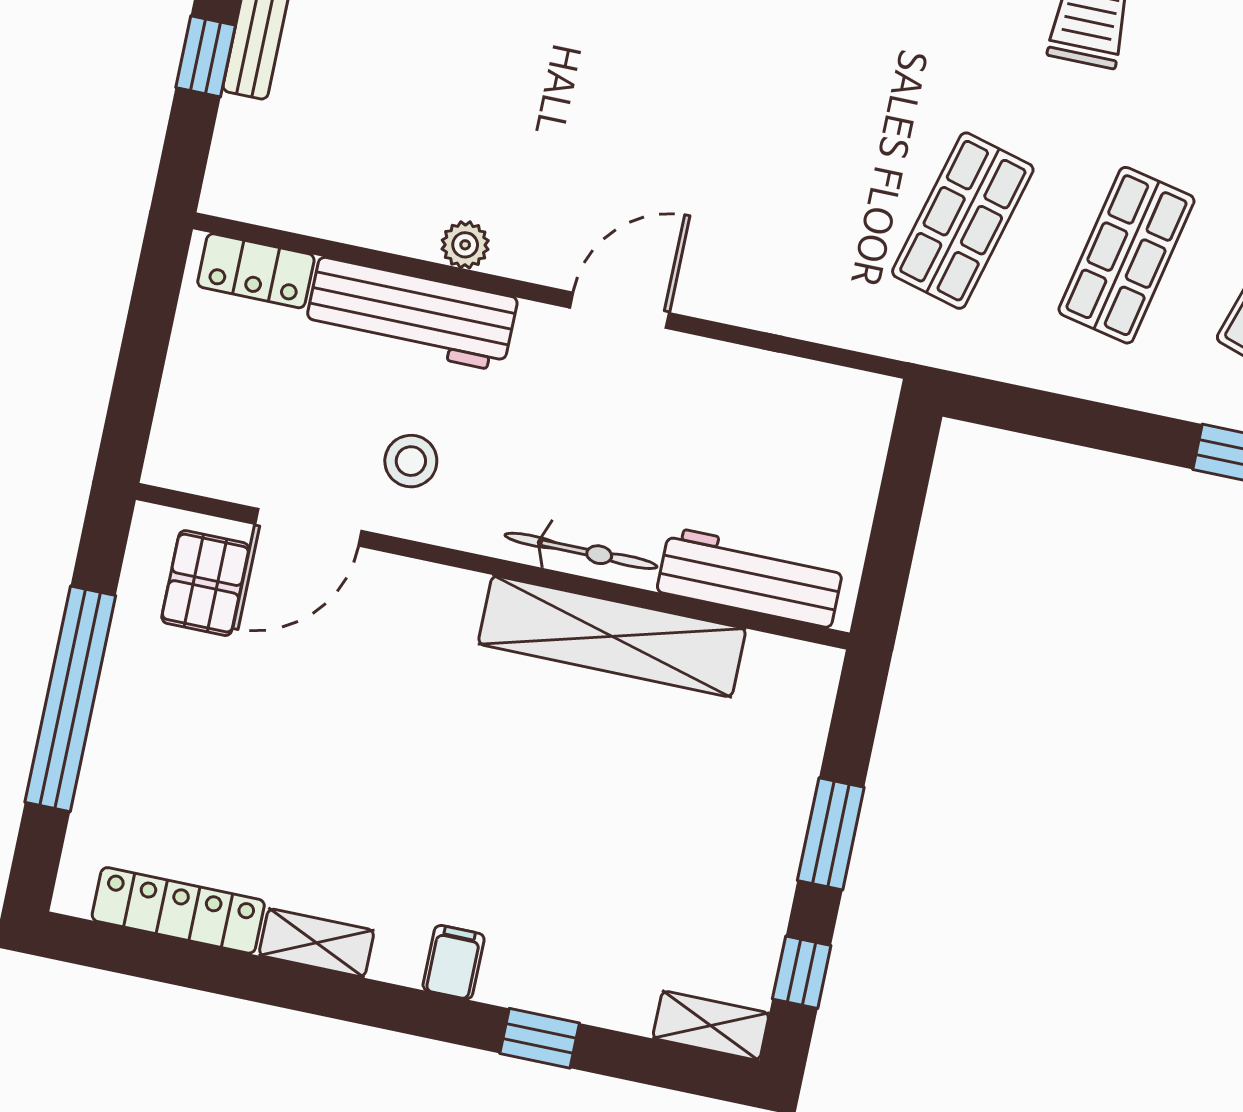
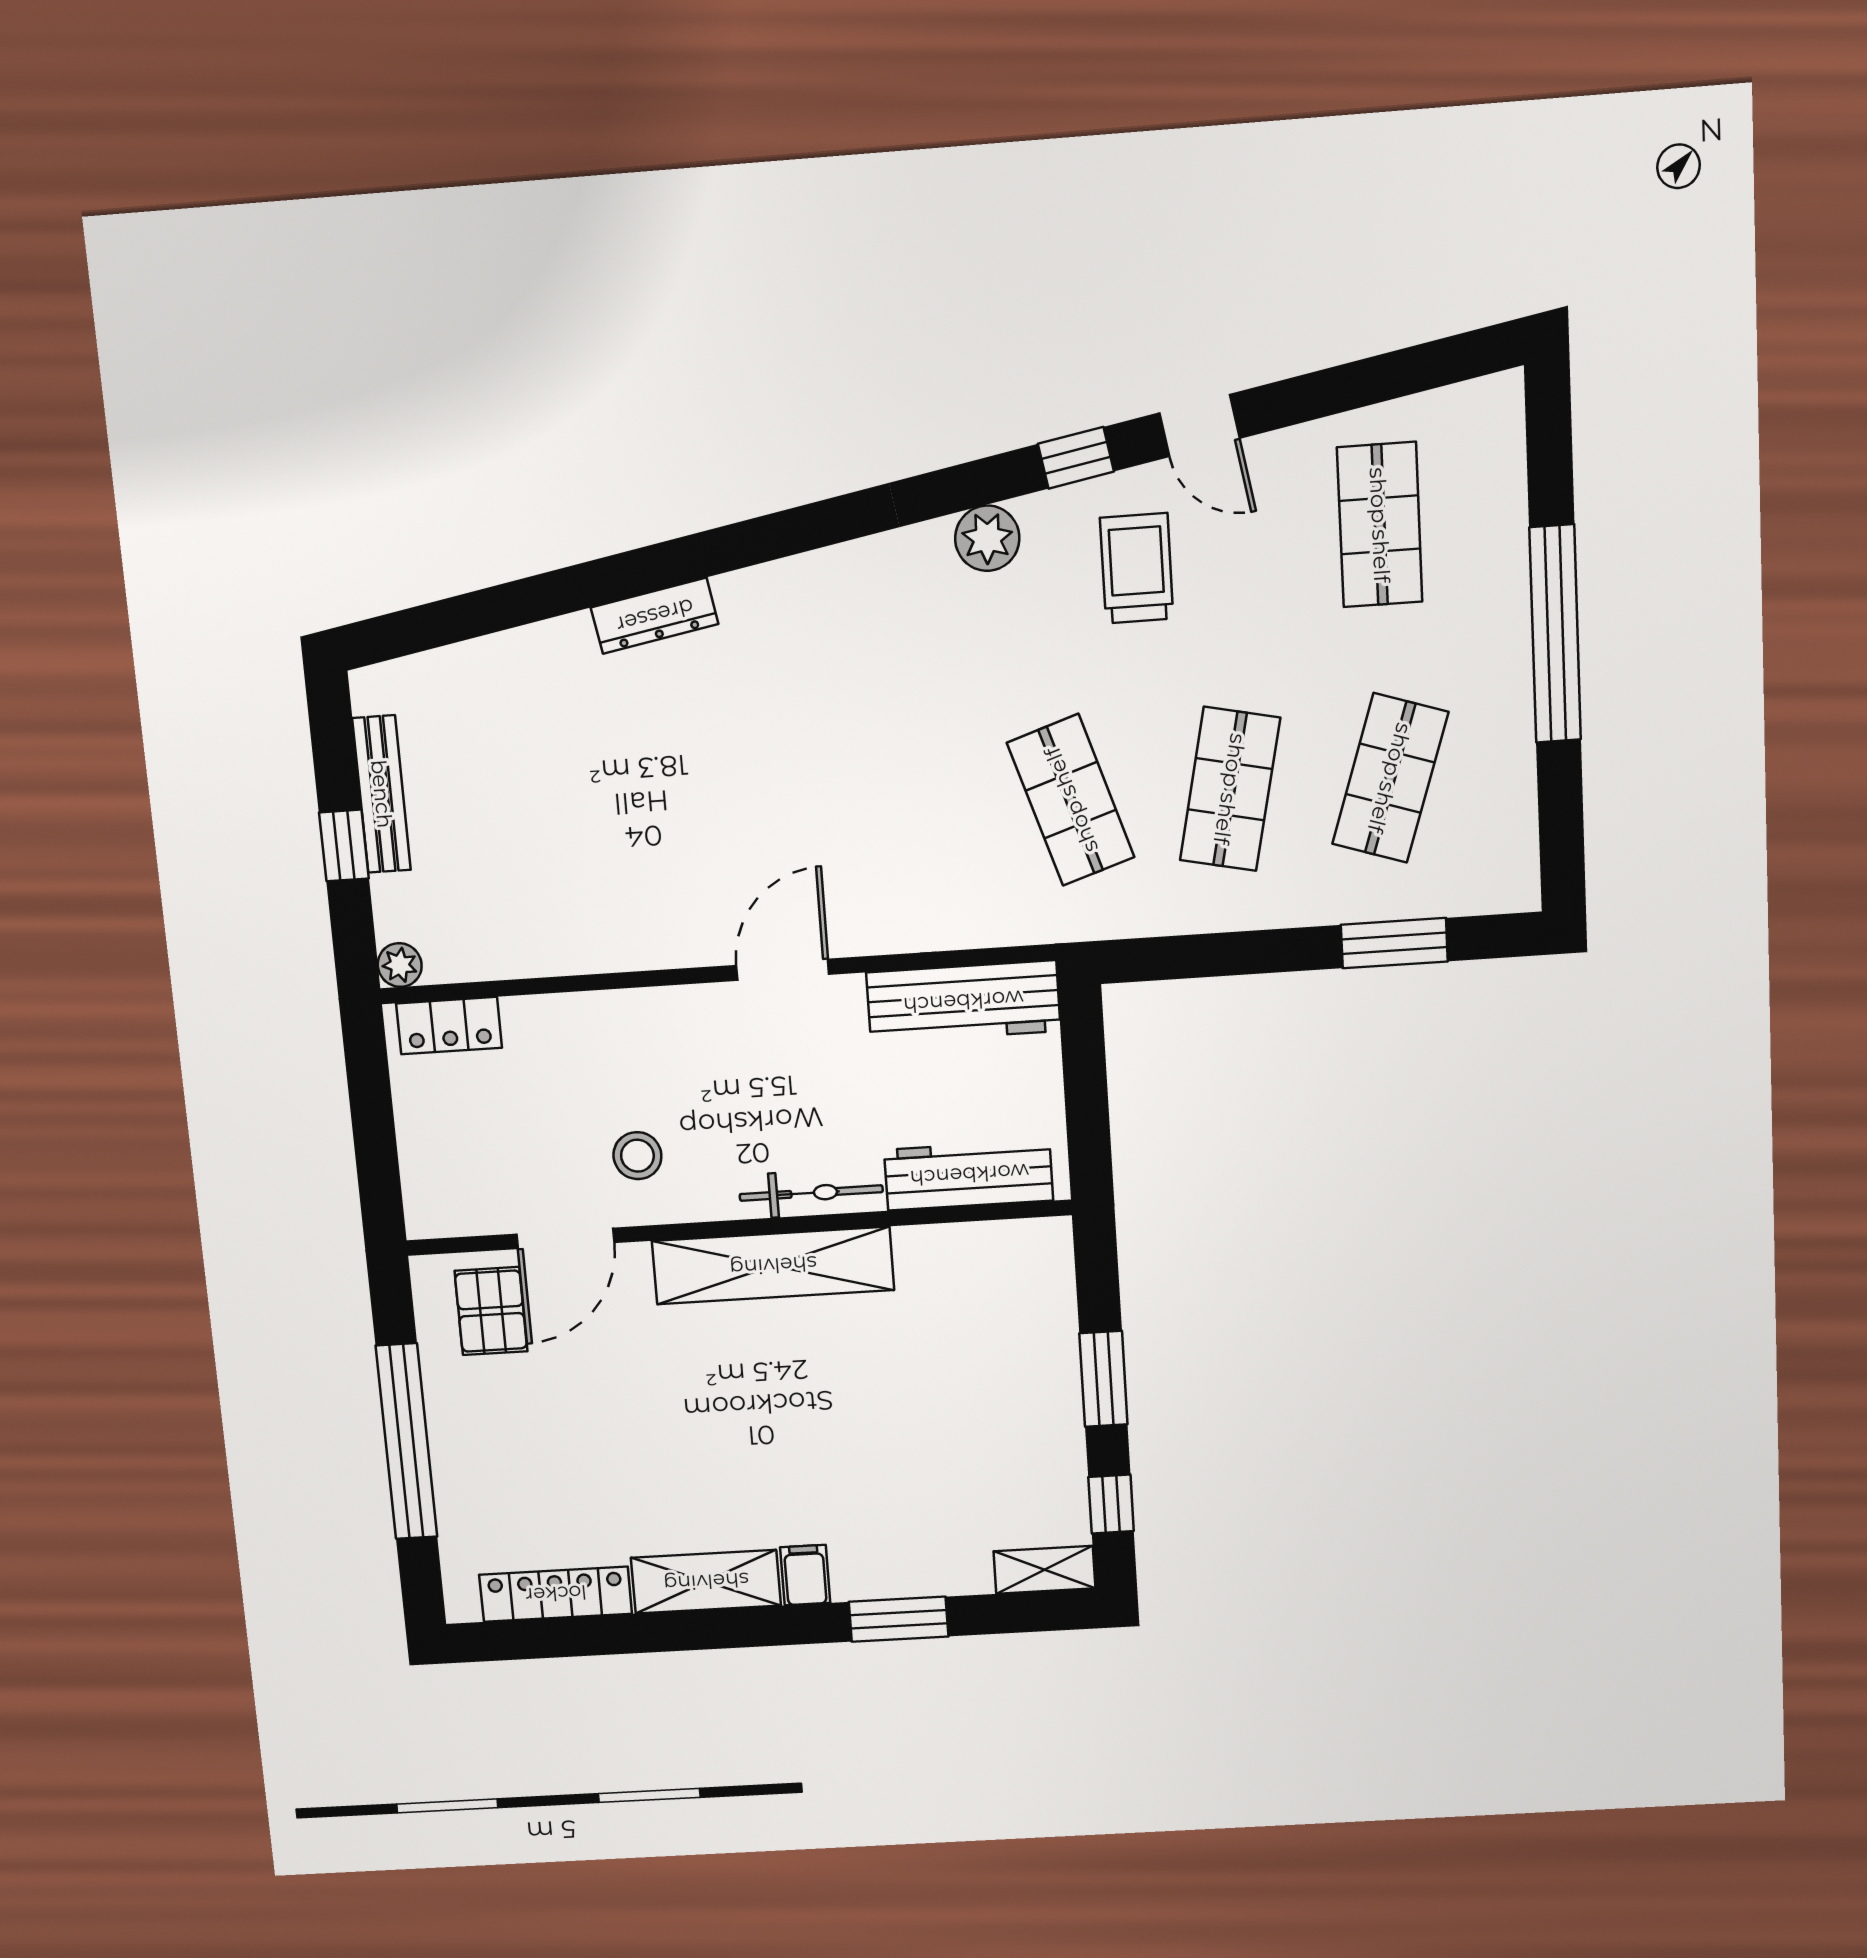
shop shelf: (963, 221) -> (1071, 800), turned -33
plant: (465, 245) -> (400, 965), moved
workbench: (411, 314) -> (963, 1002), moved
shelving: (612, 636) -> (773, 1266), moved
shelving: (317, 943) -> (706, 1582), width x1.50, depth x1.33
window: (540, 1038) -> (899, 1619), width x1.50

